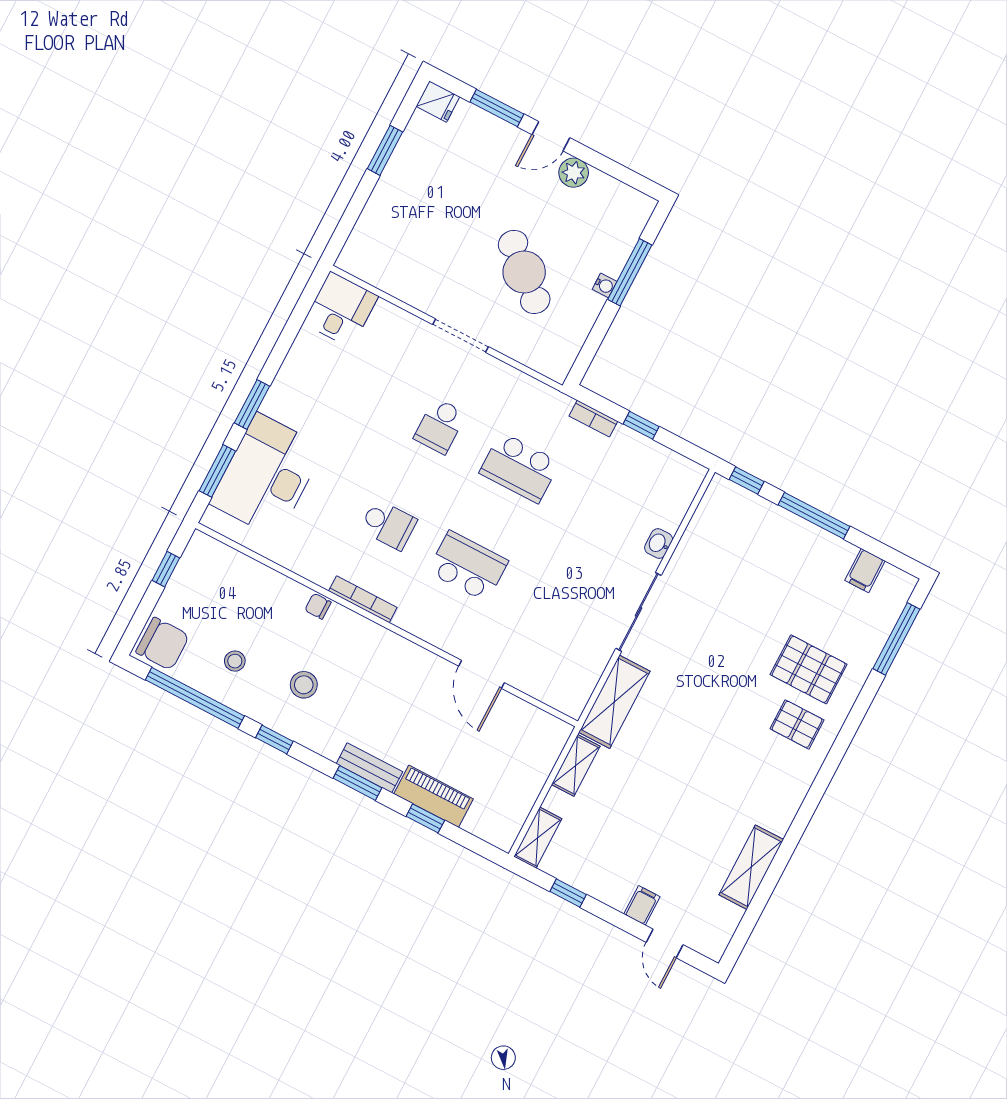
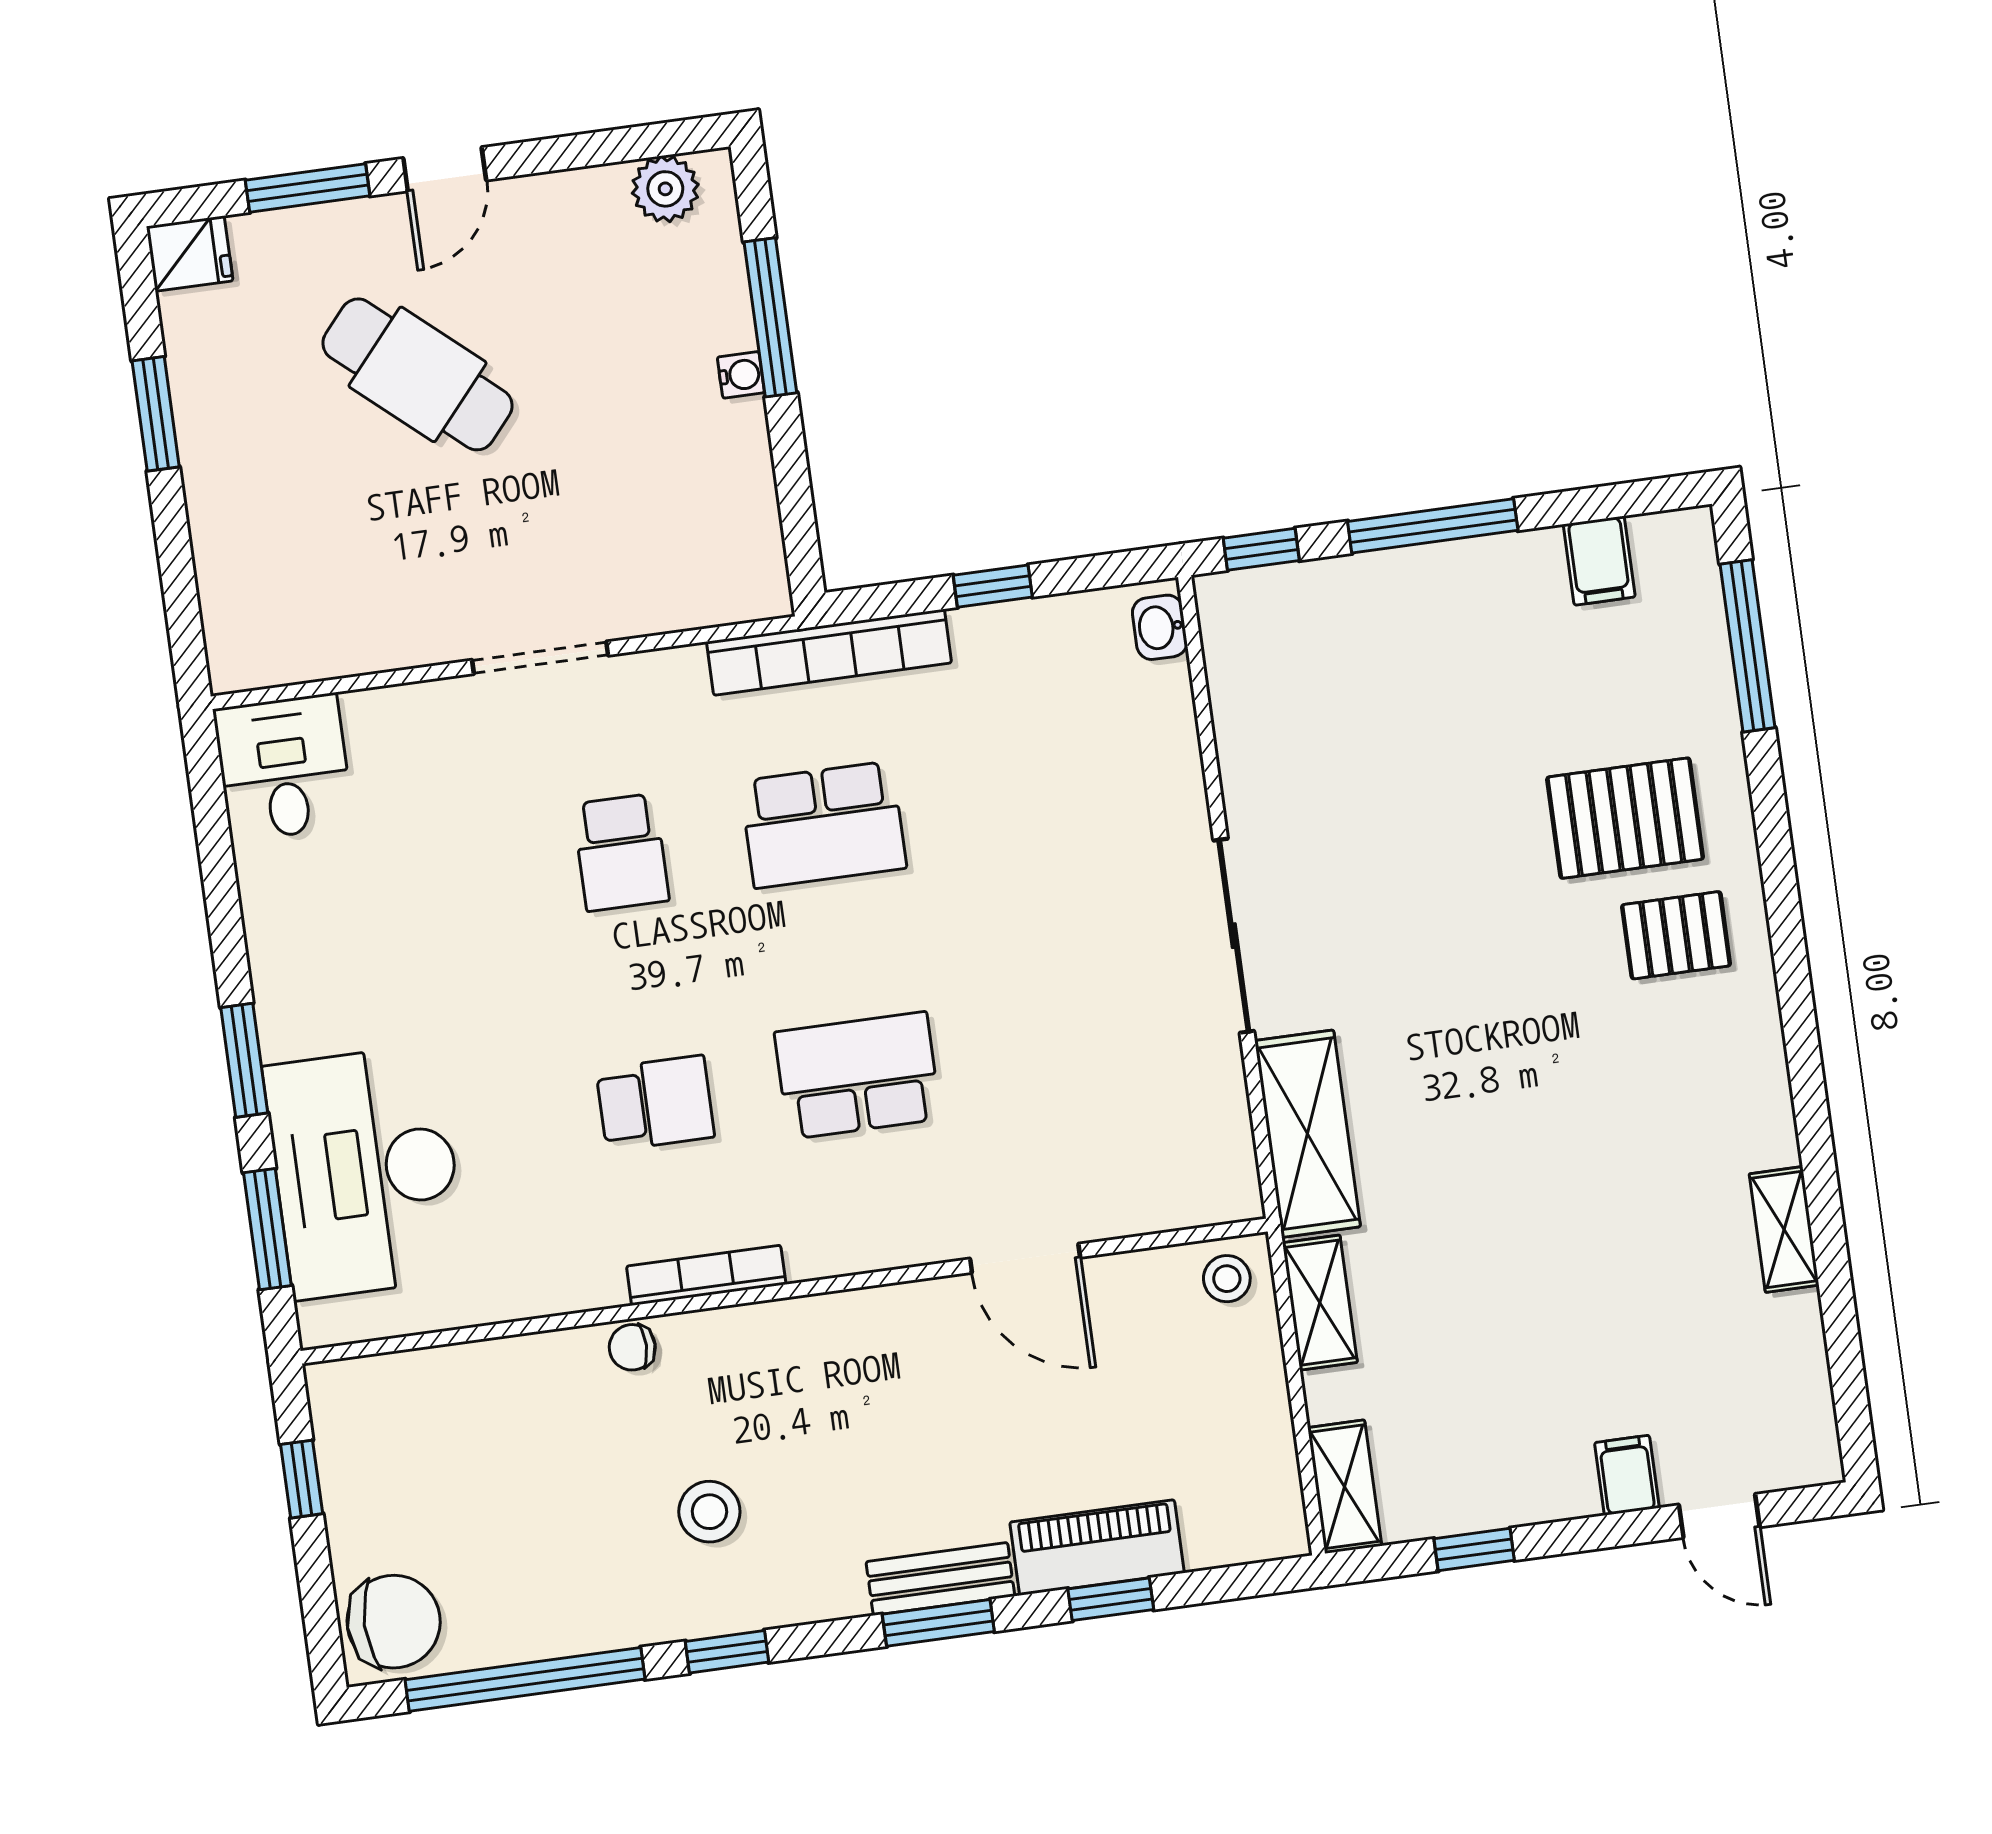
plant: (574, 173) -> (665, 189), moved
cafe table: (524, 272) -> (418, 374), moved
bookcase: (593, 419) -> (829, 652), width x2.31, depth x1.31
washbasin: (659, 544) -> (1160, 627), moved
stool: (235, 661) -> (1227, 1279), moved
shelving: (751, 867) -> (1784, 1229), width x0.67, depth x0.75

